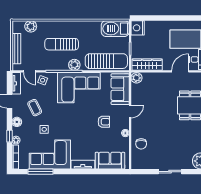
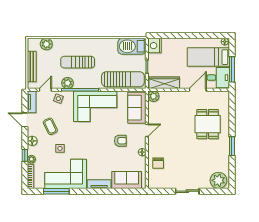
plant: (74, 65) -> (68, 83), moved
door: (30, 71) -> (45, 90), swing flipped

